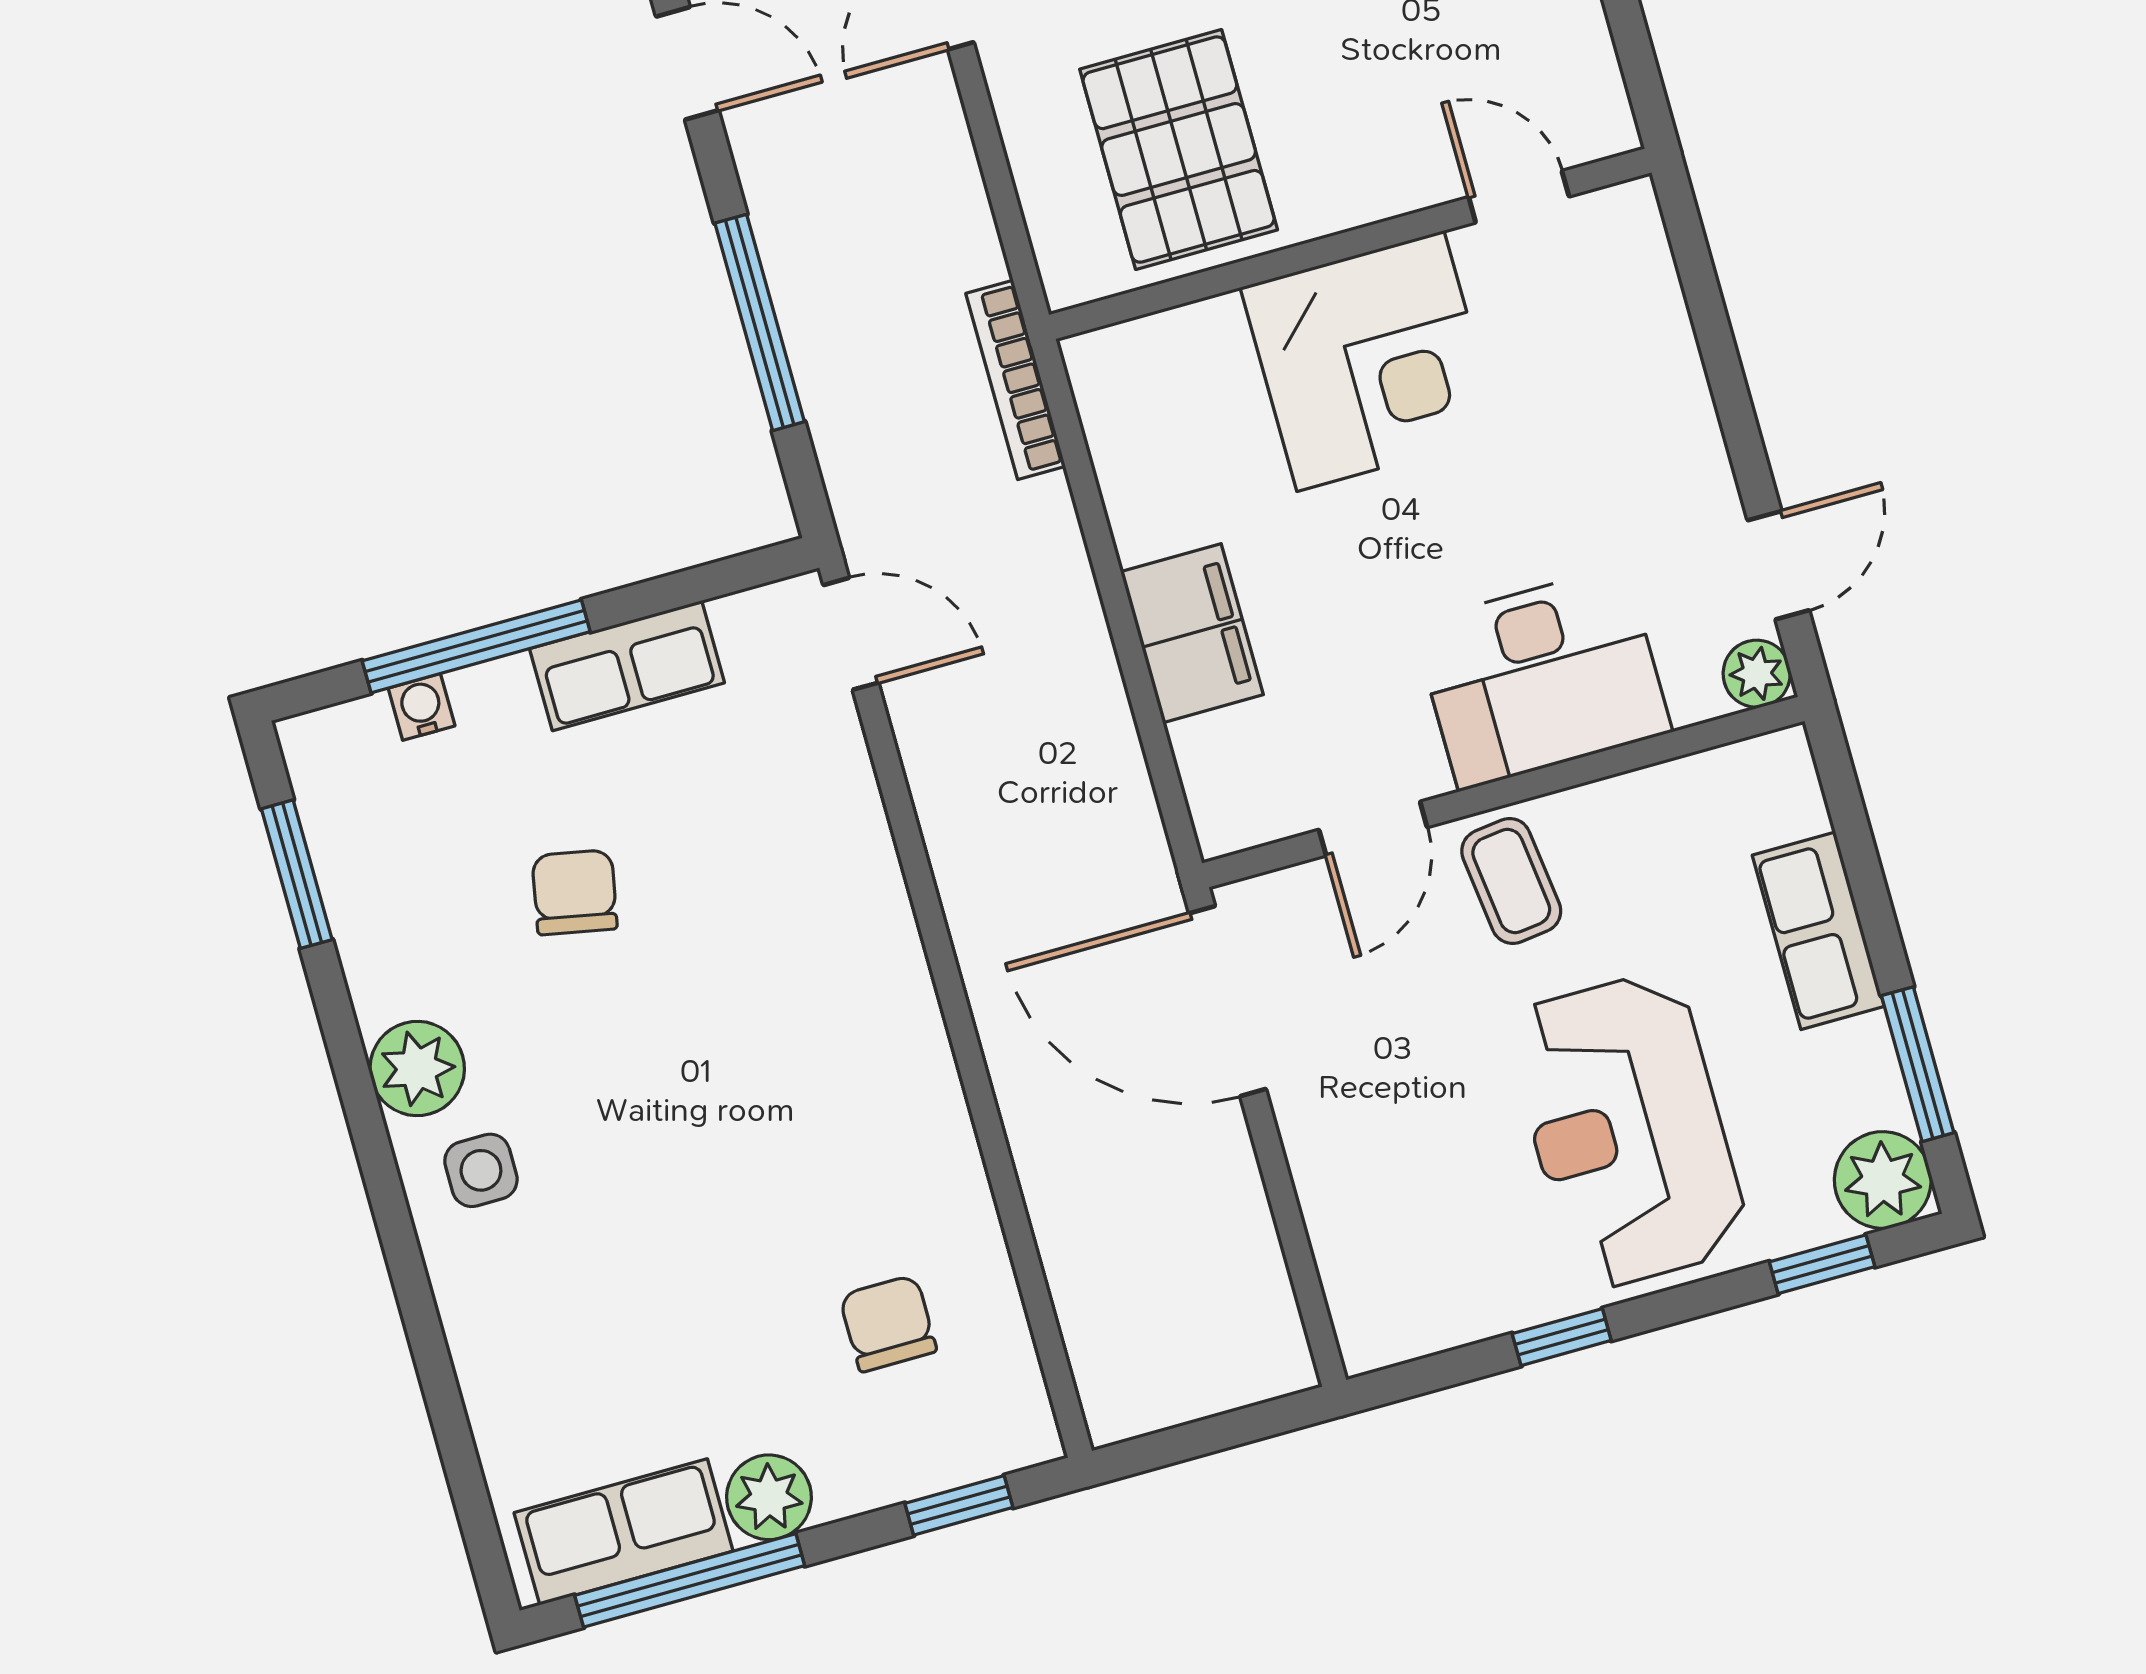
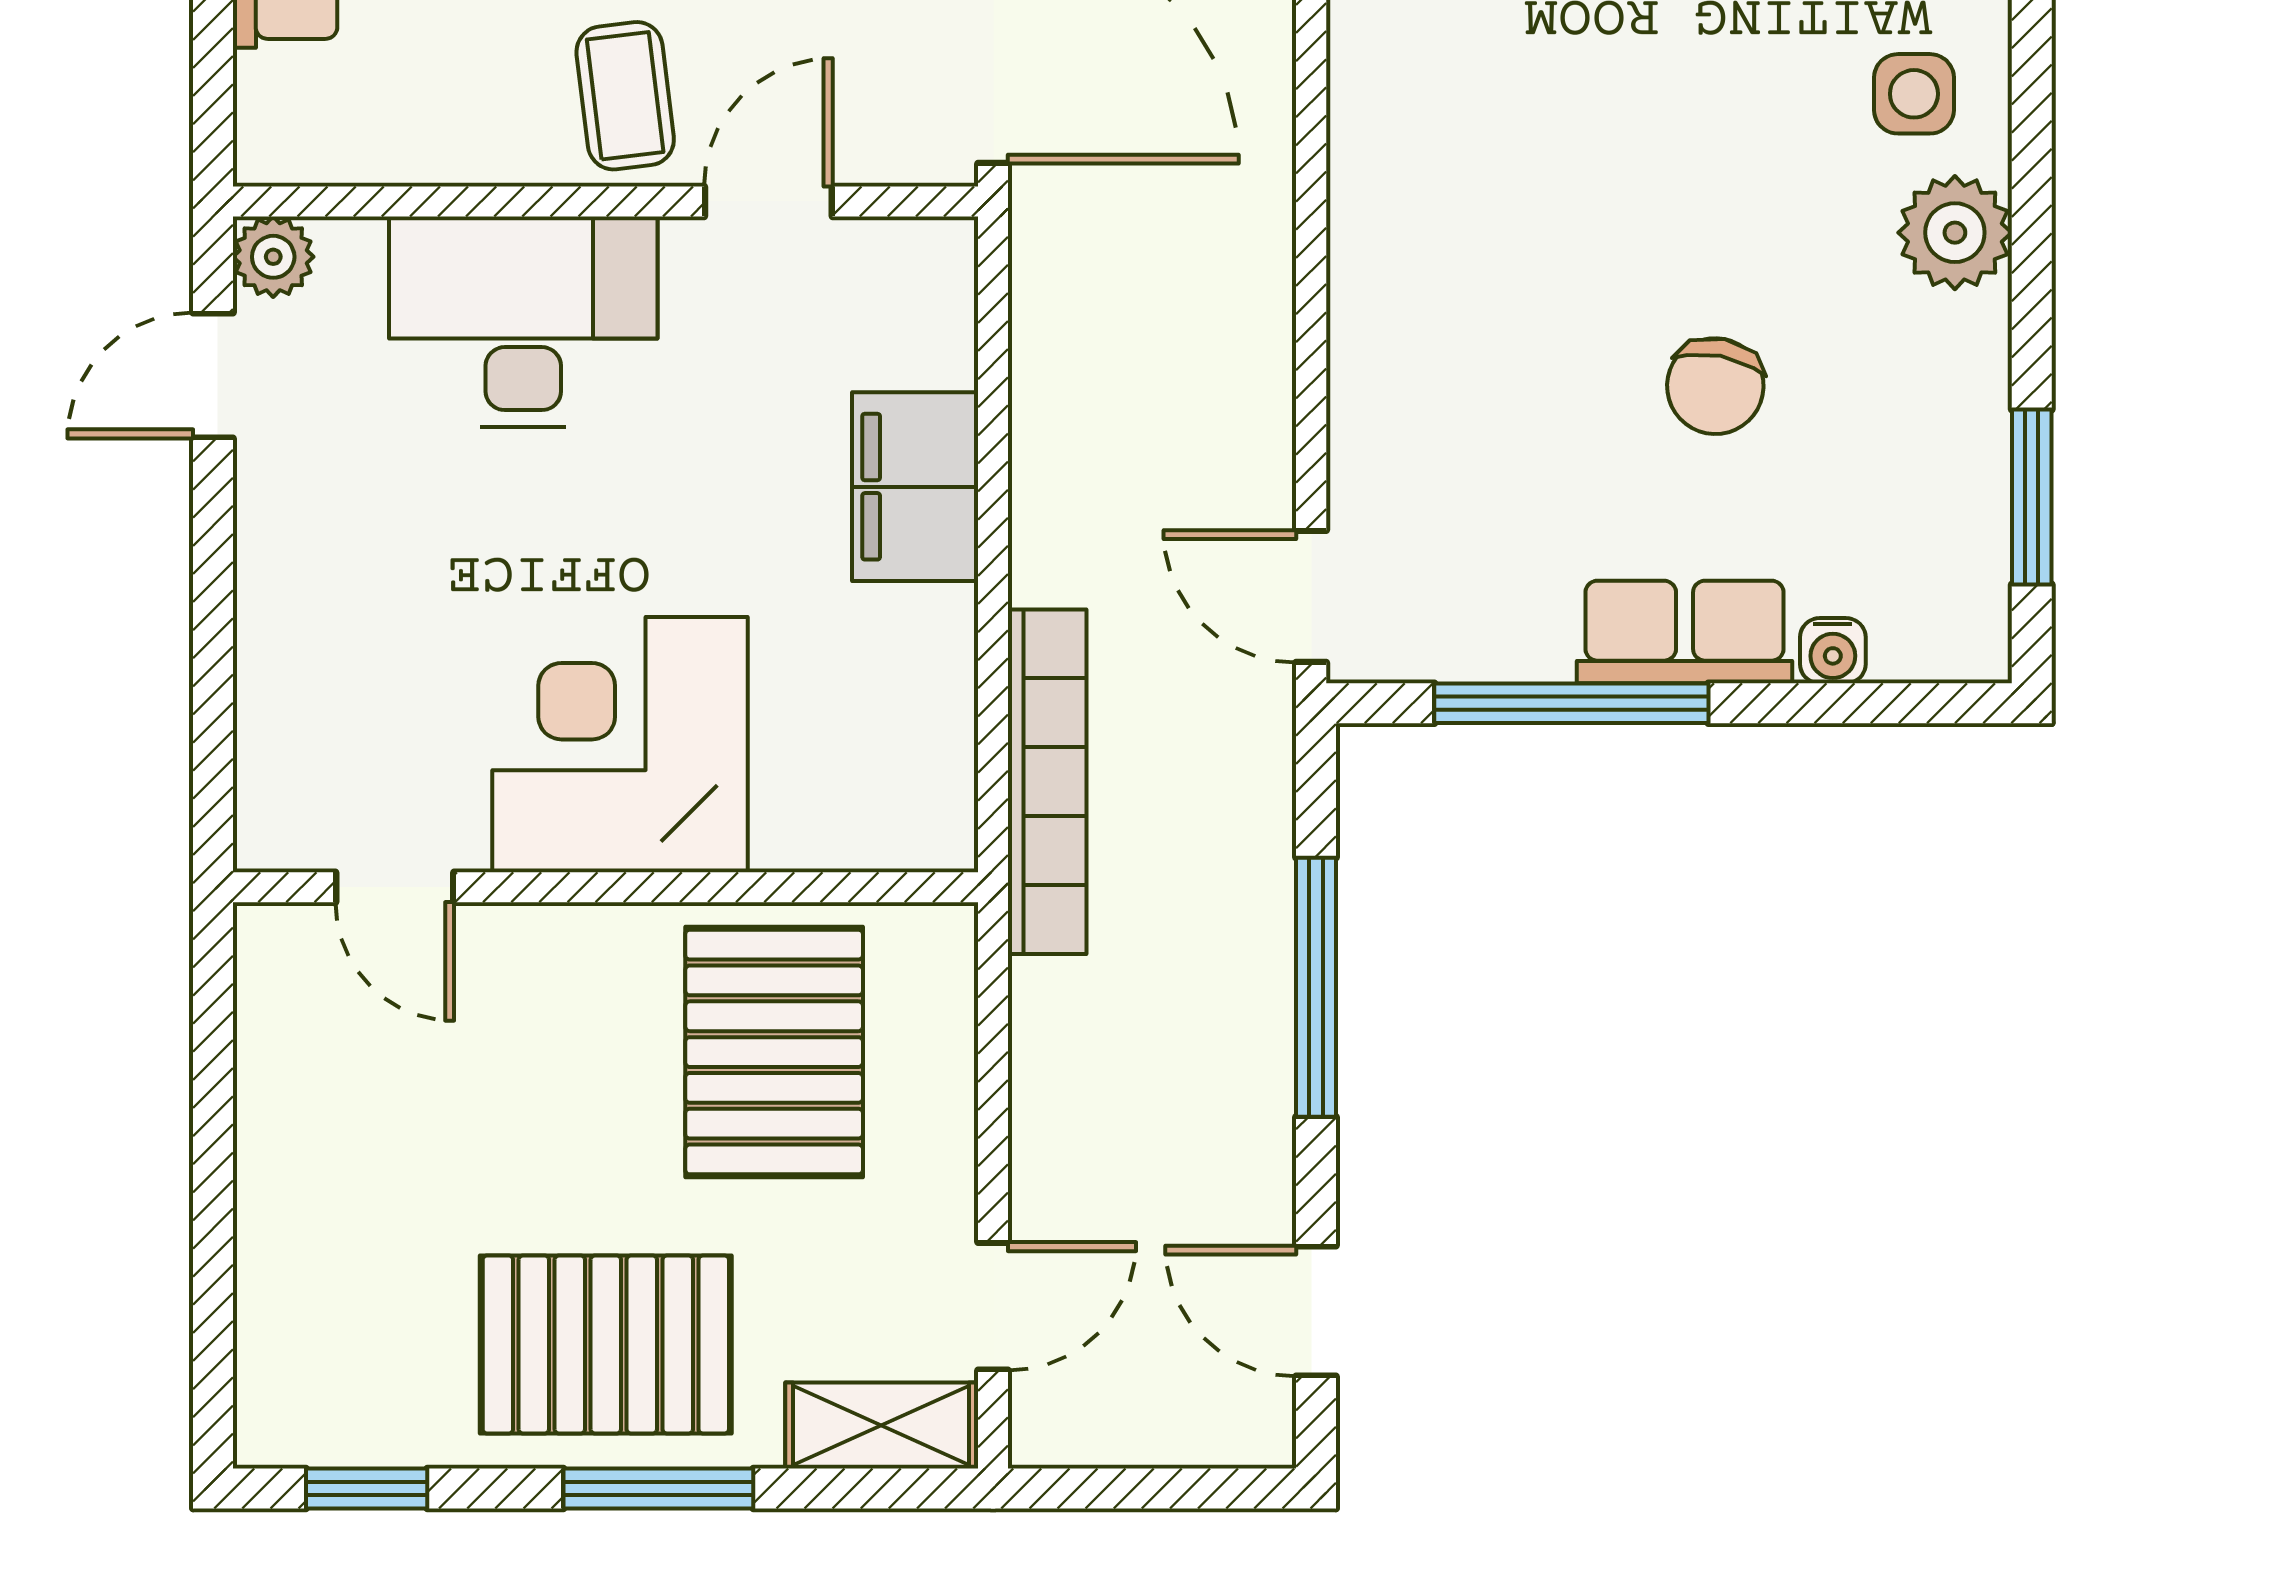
bookcase: (1016, 380) -> (1047, 782), width x1.48, depth x1.31
window: (476, 646) -> (1571, 703), moved
row of seats: (627, 666) -> (1685, 632), moved

